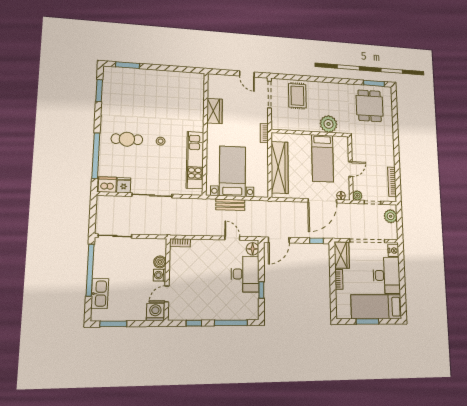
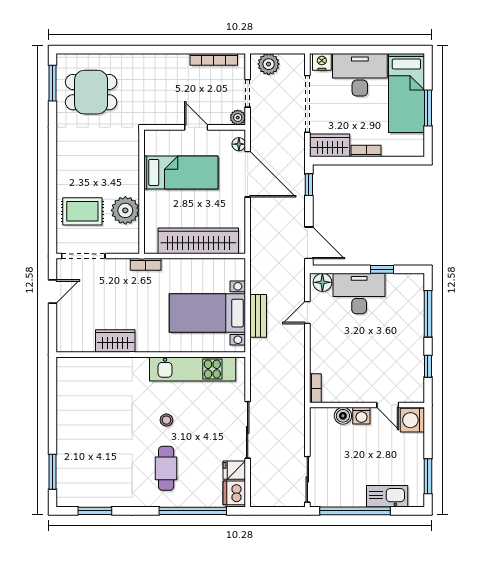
plant: (328, 124) -> (125, 210), moved

